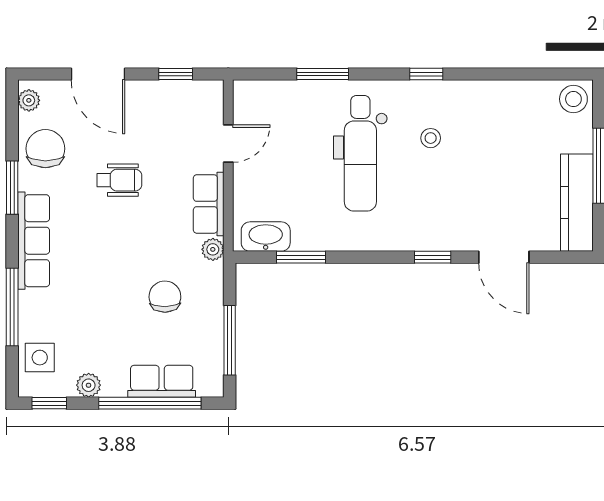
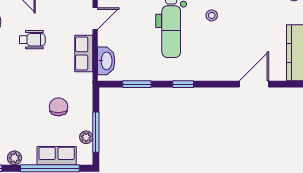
washbasin: (266, 237) -> (106, 61), moved, turned 90
plant: (213, 249) -> (86, 137), moved
window: (433, 257) -> (183, 84), moved
door: (504, 257) -> (254, 84), swing flipped

